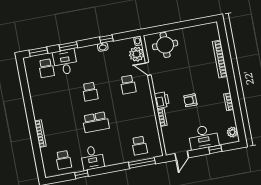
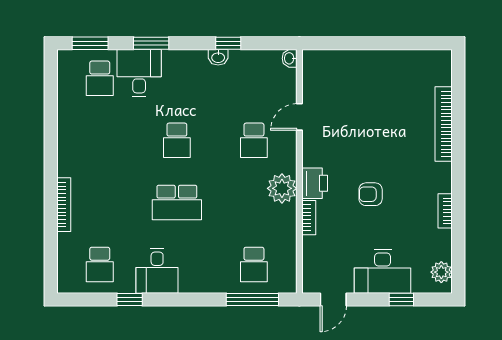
round table: (165, 45) -> (341, 76), removed
plant: (137, 54) -> (282, 188), moved
door: (148, 69) -> (299, 117), hinge flipped

